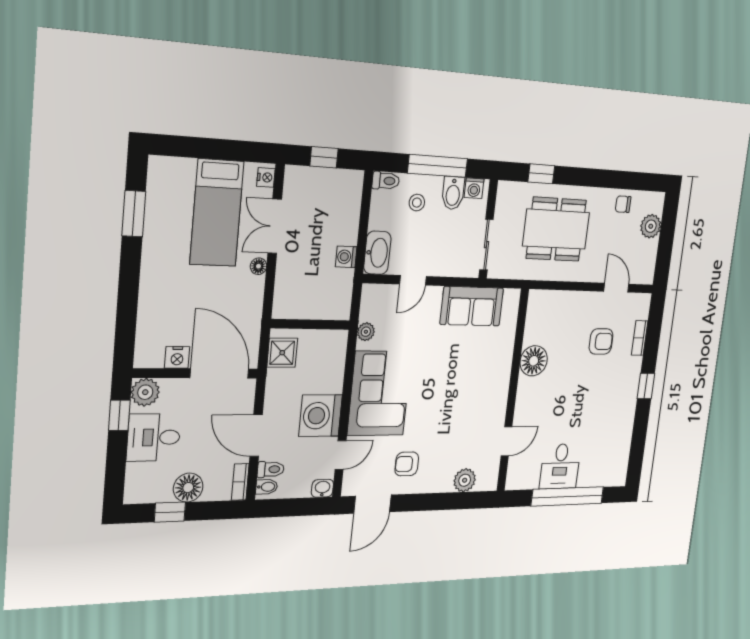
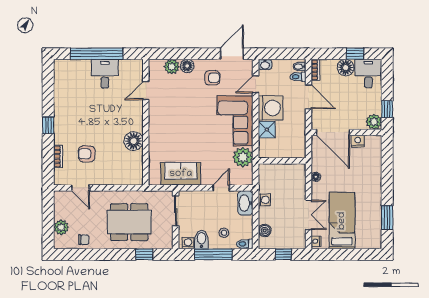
boiler: (351, 203) -> (265, 230), added
floor lamp: (259, 266) -> (316, 177), moved
plant: (366, 332) -> (243, 157), width x1.87, depth x1.87
shower: (282, 353) -> (267, 130), moved
desk: (154, 437) -> (368, 73), moved, turned -90
floor lamp: (442, 482) -> (187, 66), added

